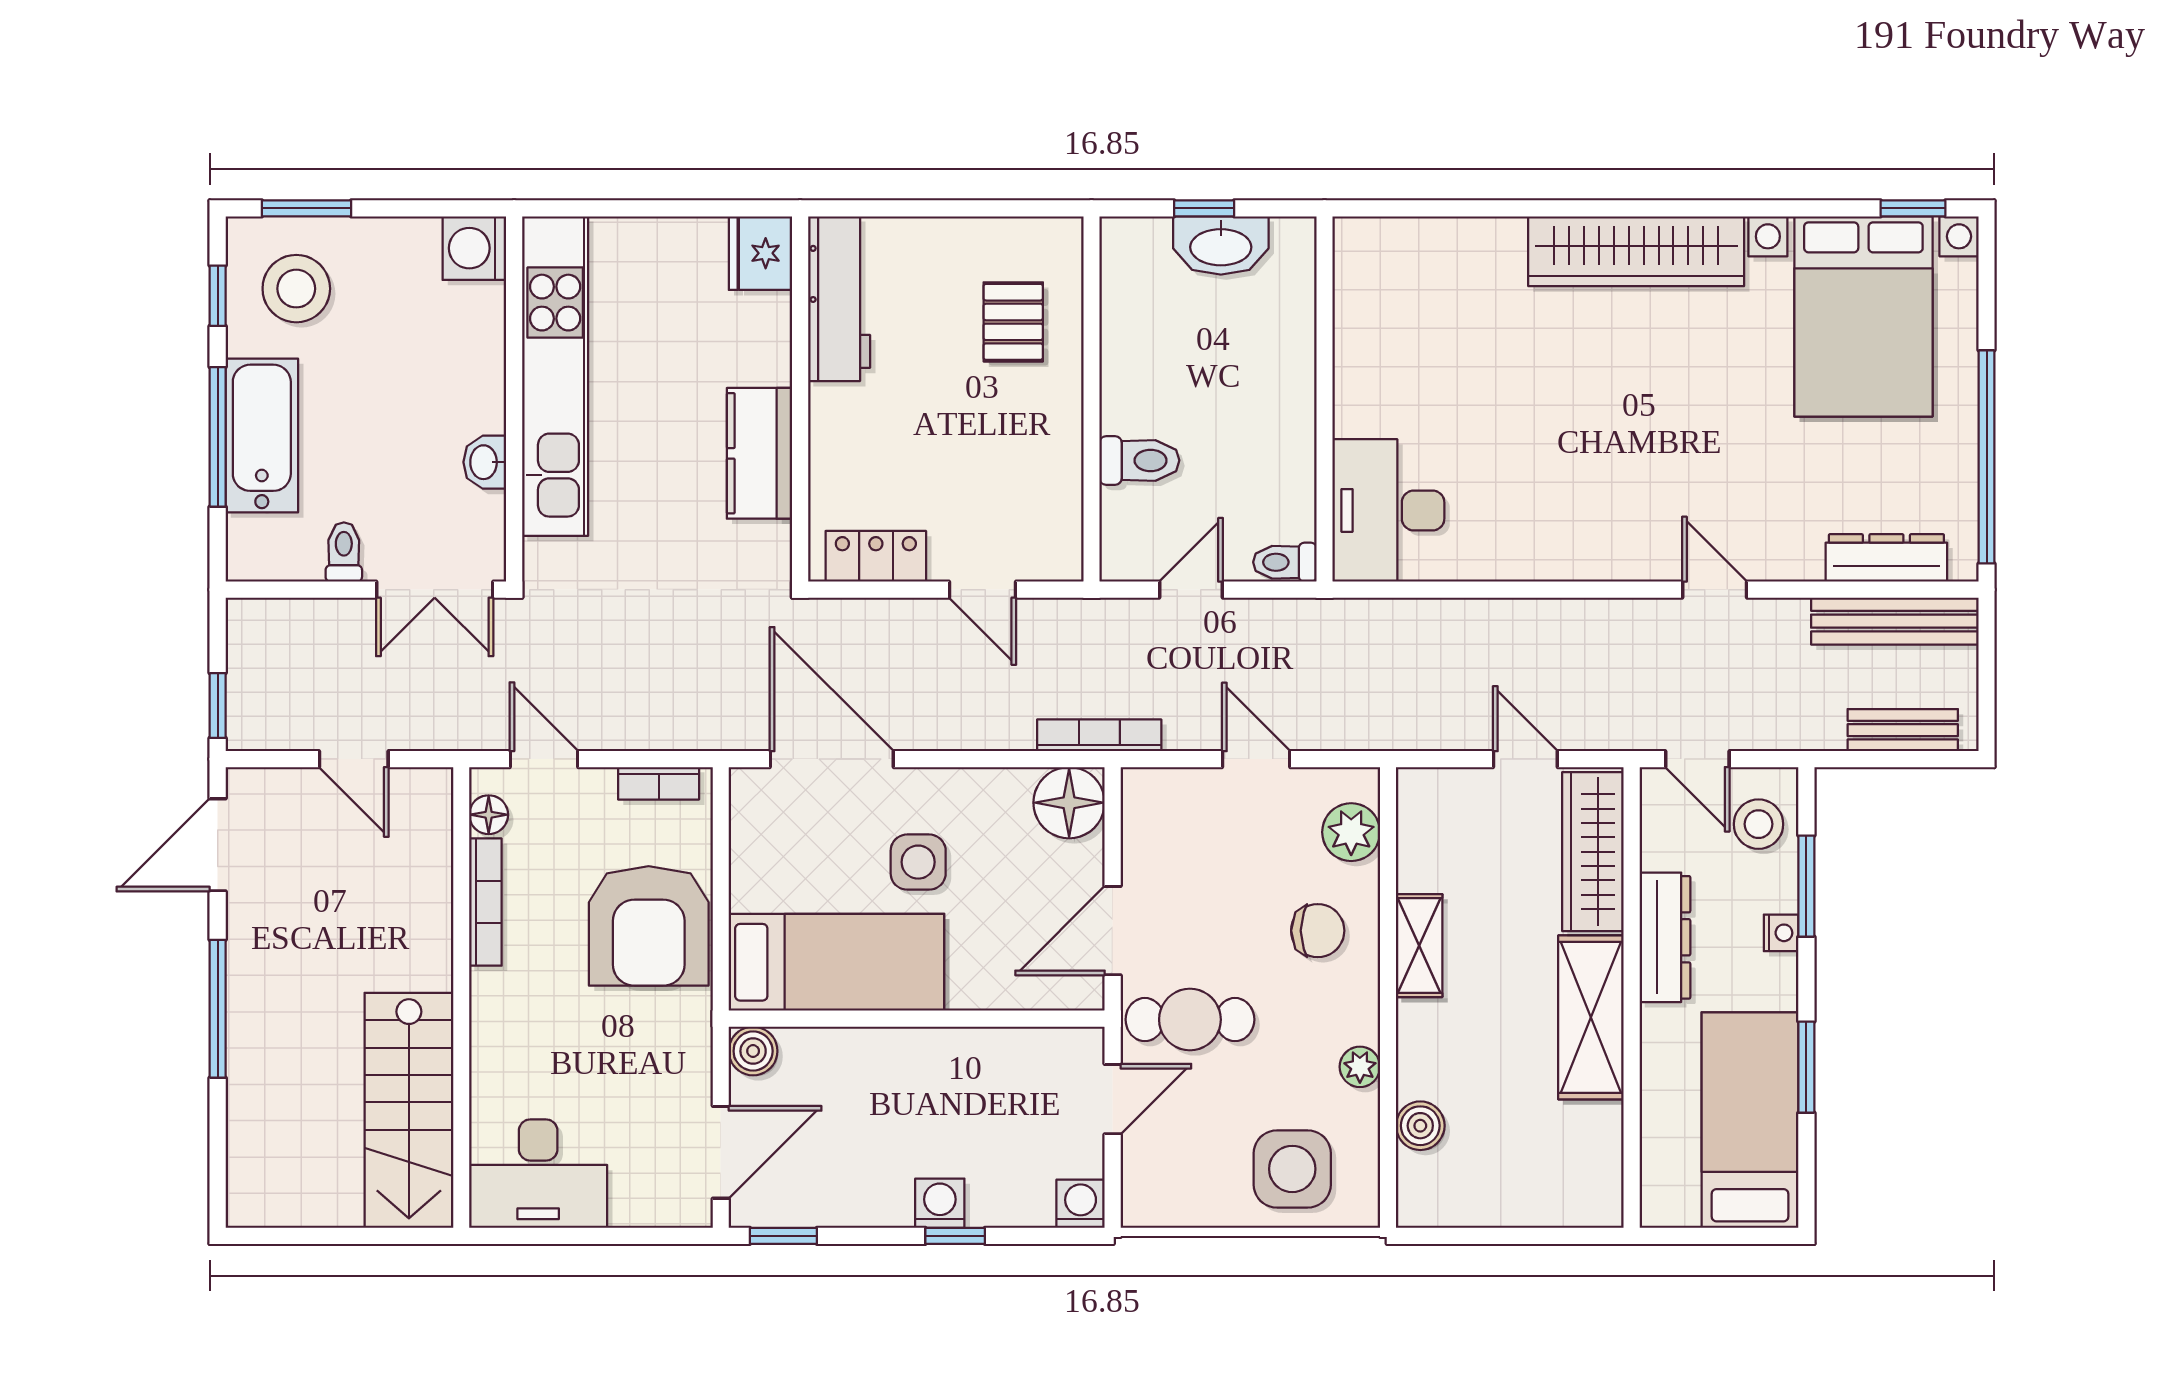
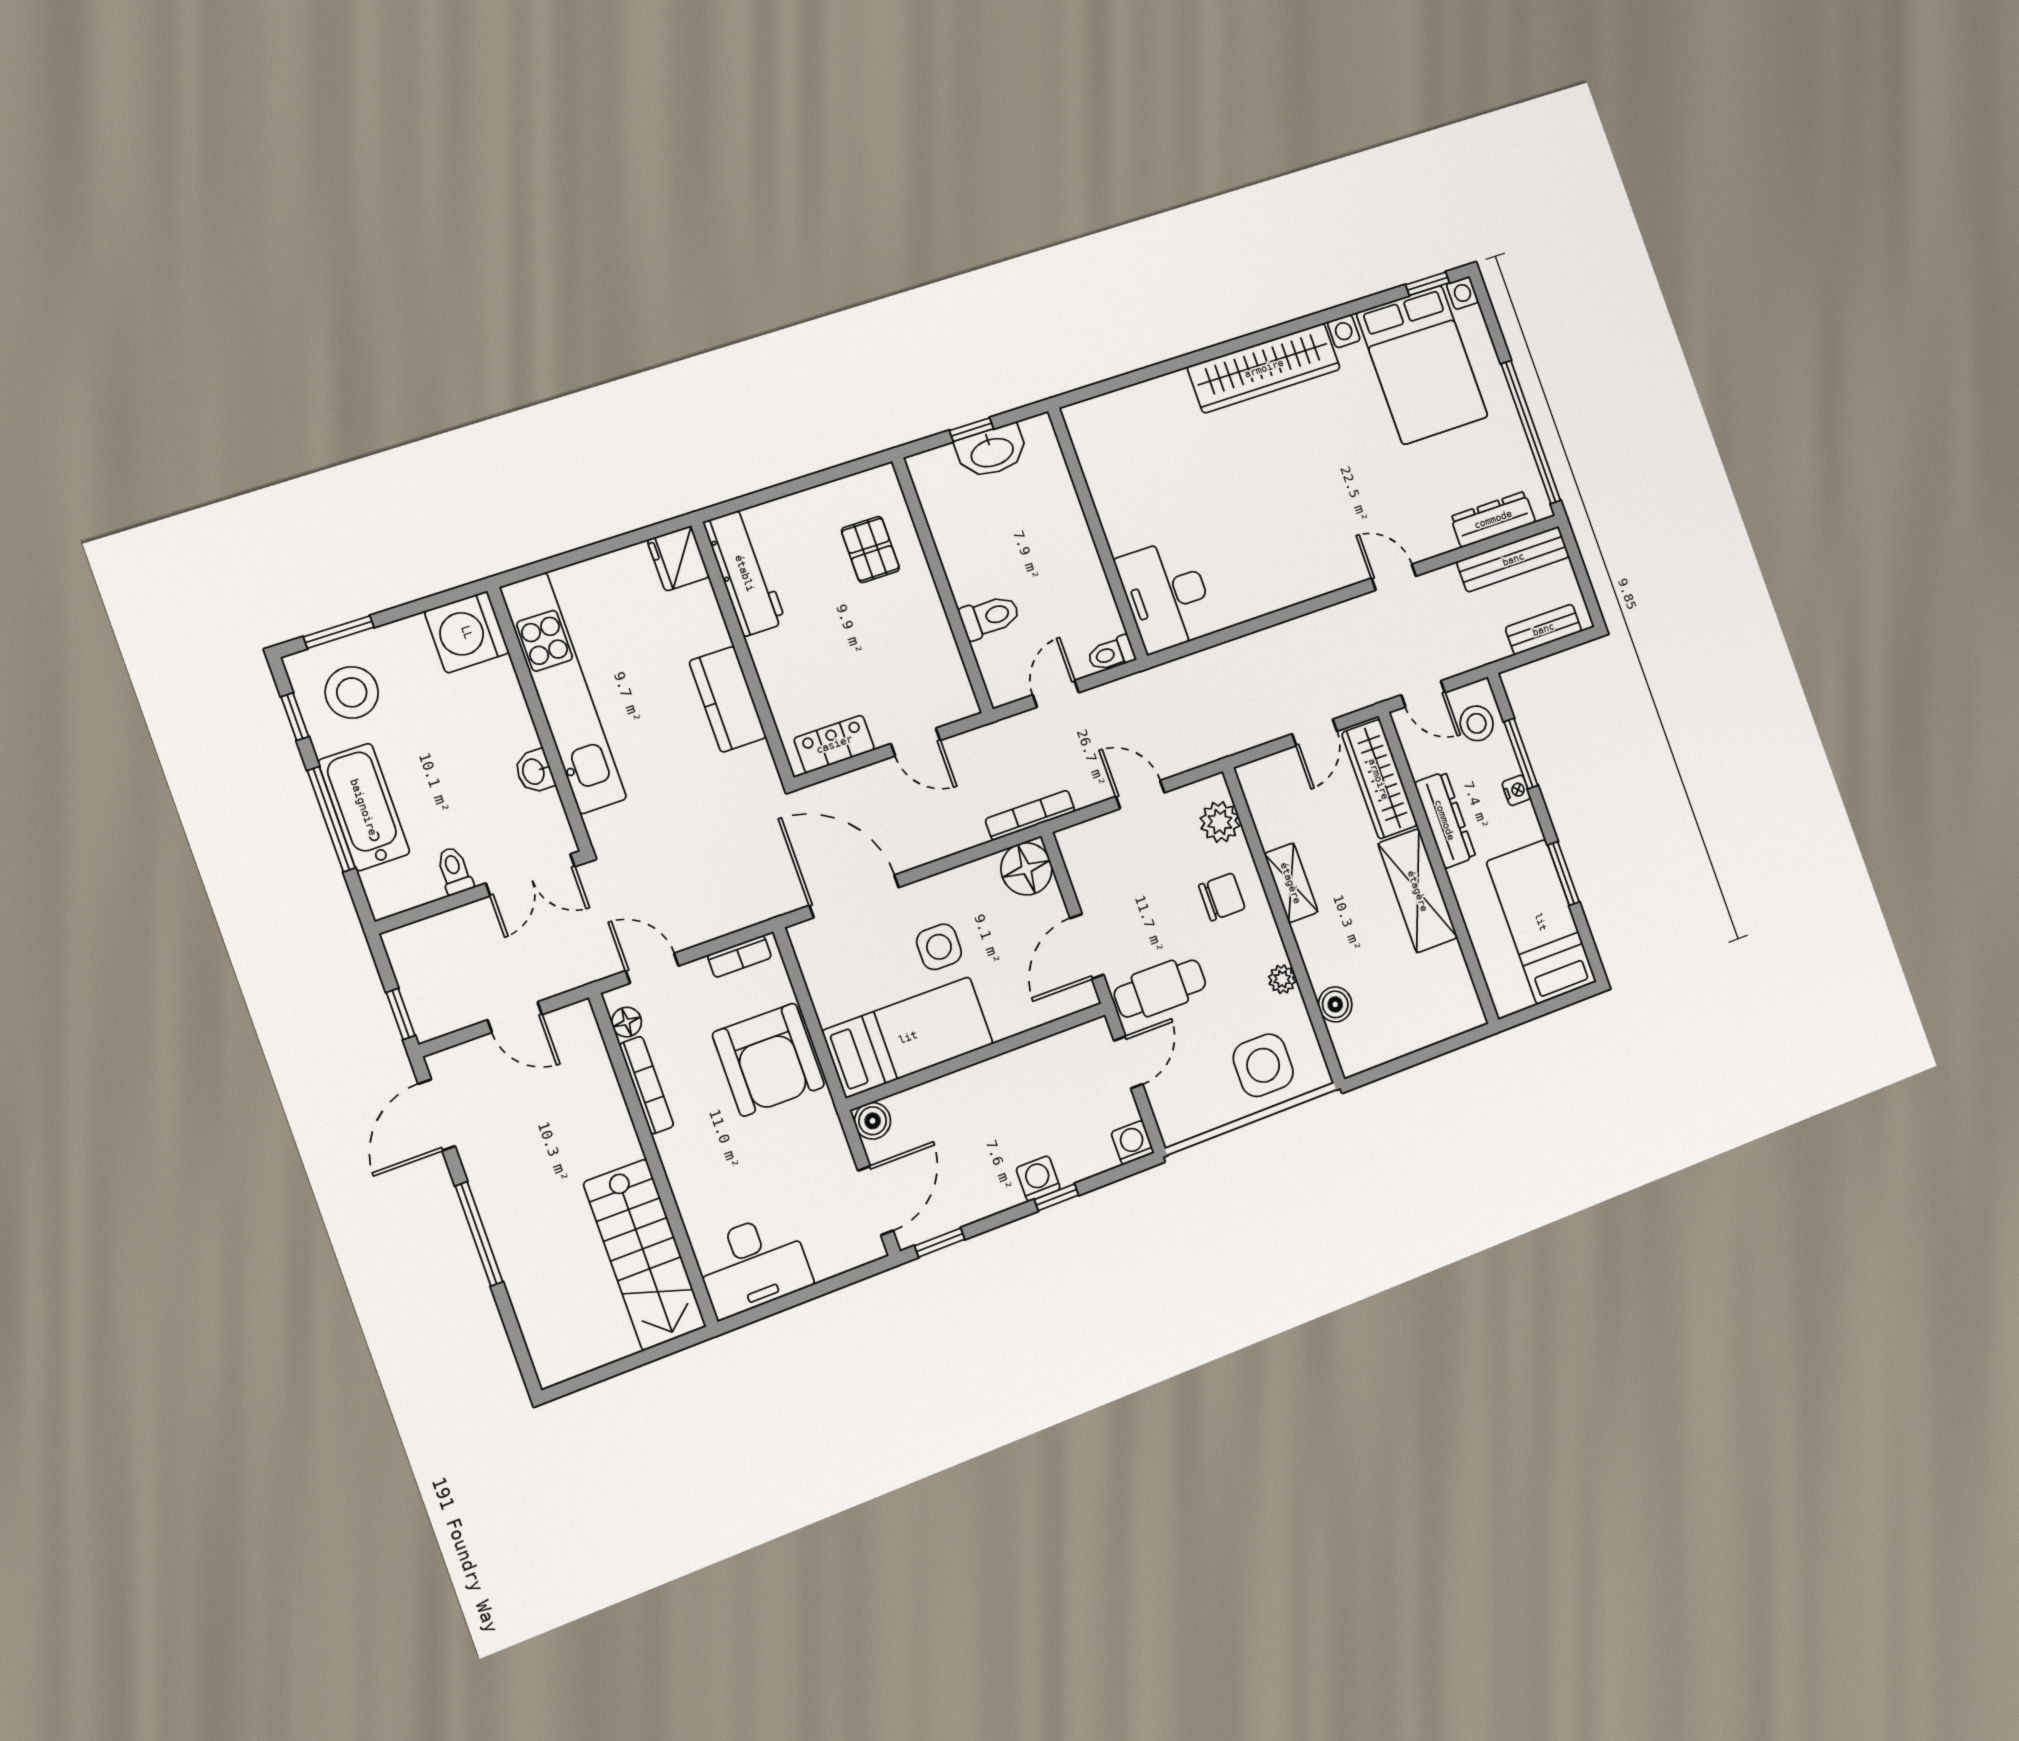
washing machine: (474, 248) -> (467, 632), width x1.37, depth x1.37
door: (1525, 759) -> (1314, 732), swing flipped

